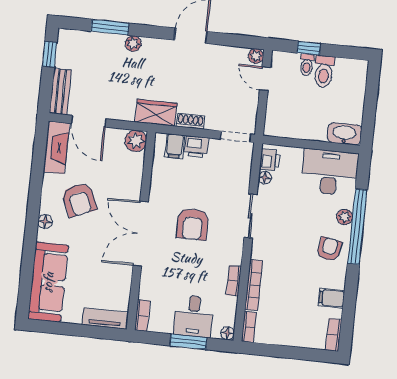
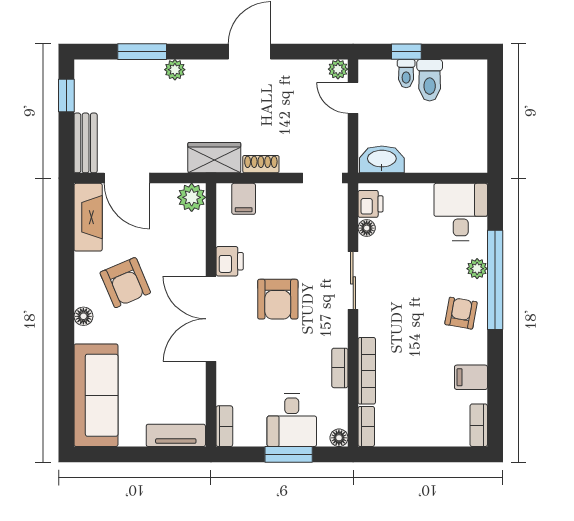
washbasin: (344, 134) -> (382, 159), moved
printer: (196, 147) -> (230, 261), moved, turned -90
desk: (329, 172) -> (461, 212), width x0.73

